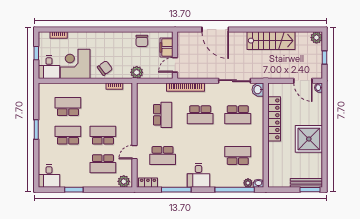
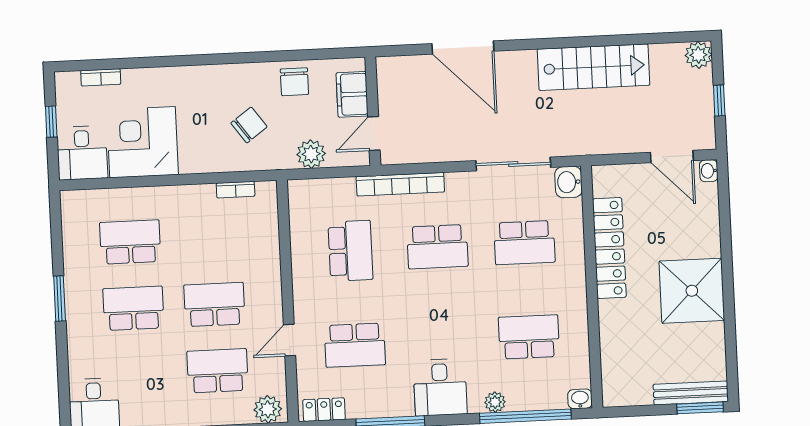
chair: (105, 68) -> (249, 125), moved
plant: (137, 72) -> (311, 154), moved
school desk: (103, 164) -> (218, 371), turned 180
plant: (248, 183) -> (495, 402), moved

